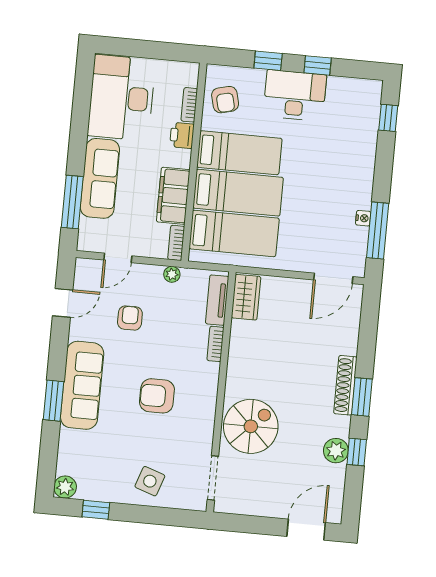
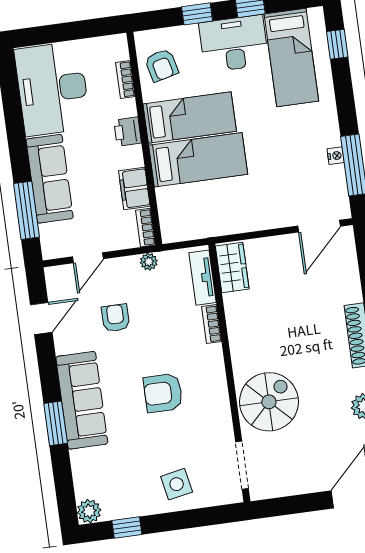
printer: (182, 135) -> (128, 132), moved
filing cabinet: (173, 196) -> (134, 188), width x0.67, depth x0.86
bed: (234, 233) -> (291, 57), moved, turned 90
side table: (150, 481) -> (177, 484), turned -30

